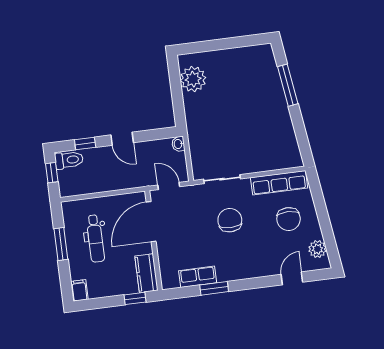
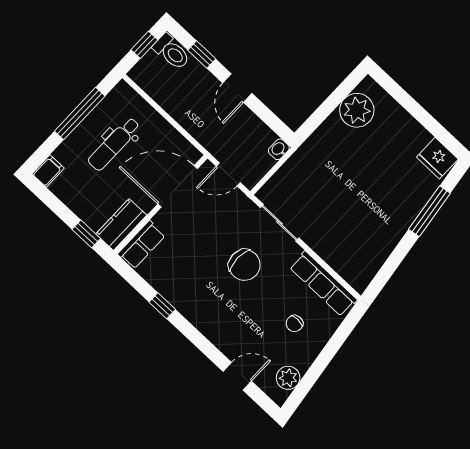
fridge: (260, 55) -> (437, 158), added
door: (169, 186) -> (228, 174), swing flipped
chair: (289, 219) -> (294, 323), width x0.54, depth x0.54
chair: (230, 220) -> (244, 265), turned 90
window: (61, 244) -> (80, 114), width x1.44
row of seats: (198, 277) -> (142, 245), moved, turned 90
window: (214, 288) -> (162, 306), width x0.67

